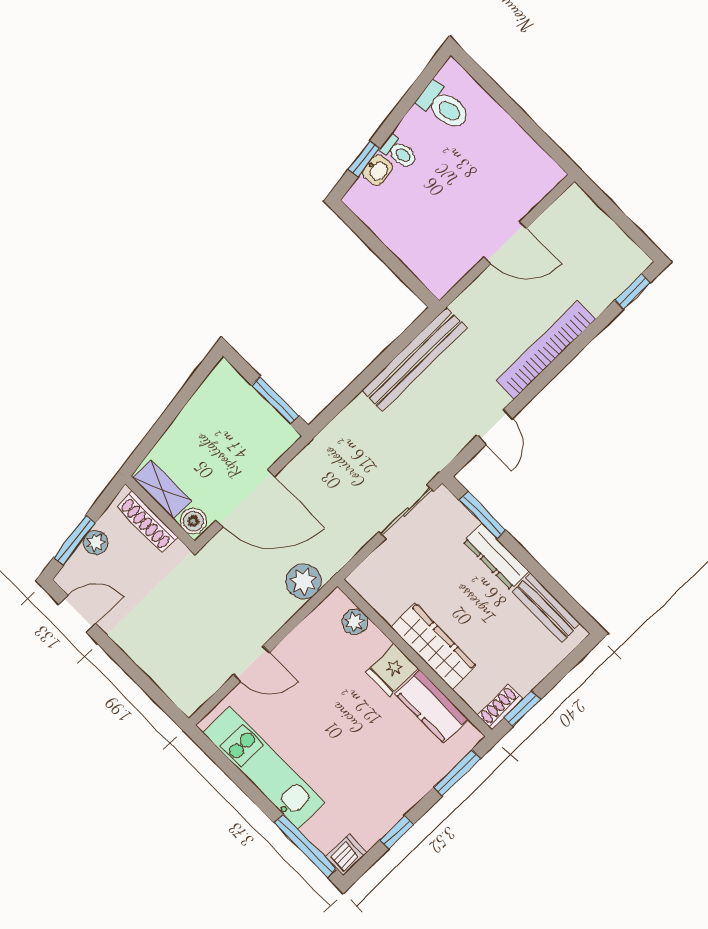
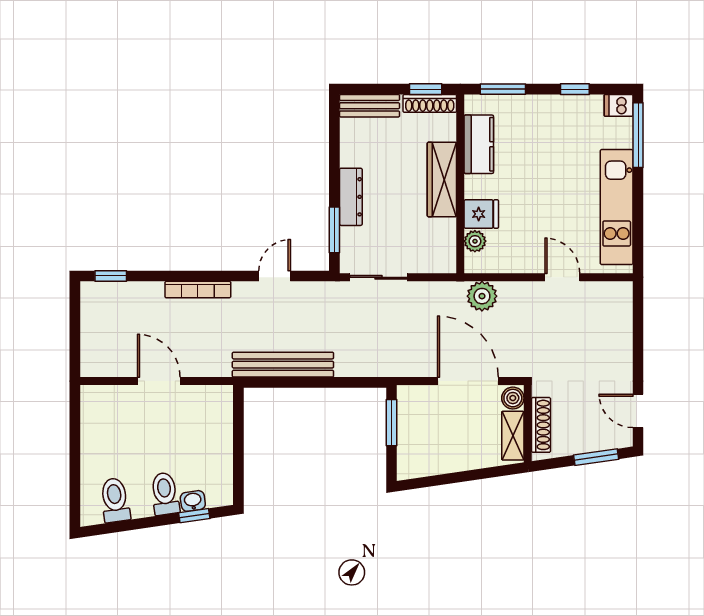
toilet: (399, 152) -> (165, 494), width x1.37, depth x1.39
bookcase: (546, 350) -> (198, 290), width x0.68, depth x0.76
plant: (96, 542) -> (584, 443), removed
bench: (546, 608) -> (370, 106), moved, turned 90
fridge: (392, 670) -> (481, 214), moved
shoe rack: (500, 707) -> (430, 103), width x1.43

